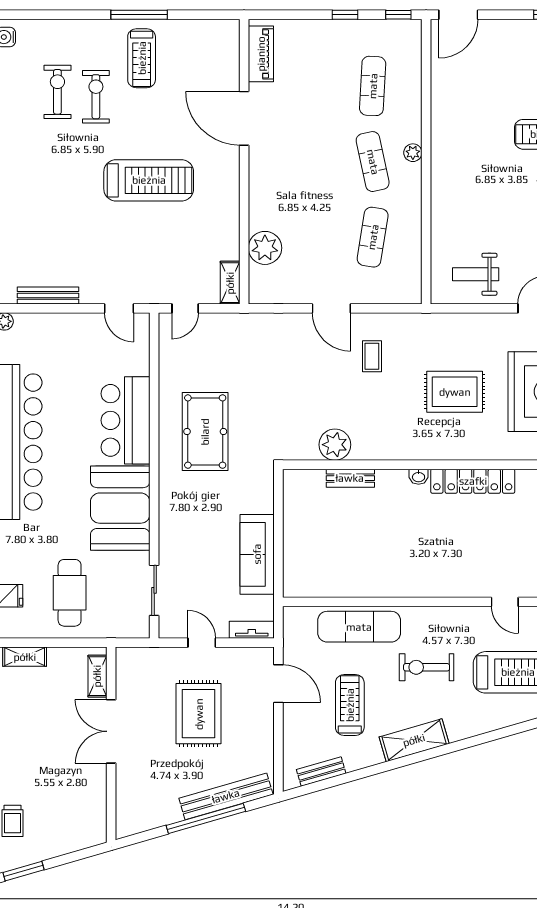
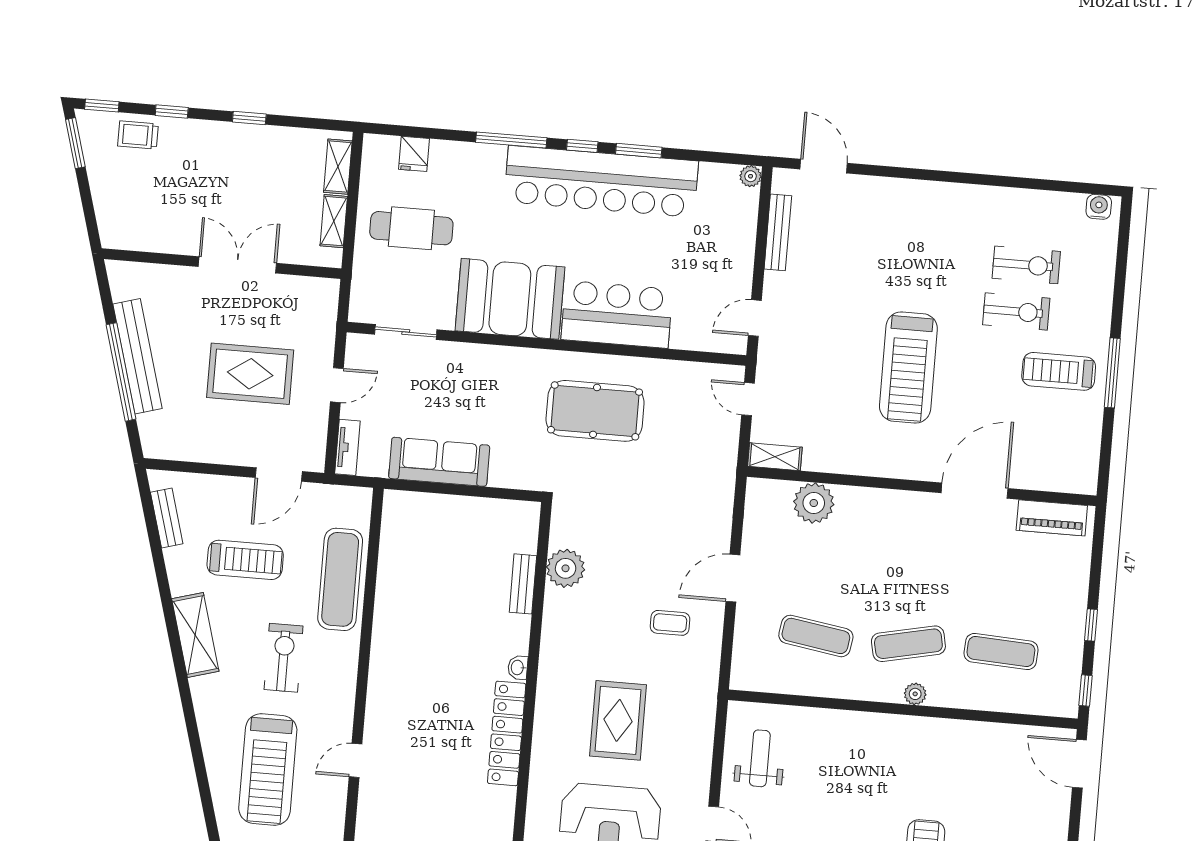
shelving: (97, 676) -> (334, 221), moved, turned 90
bench: (226, 796) -> (137, 356), moved

